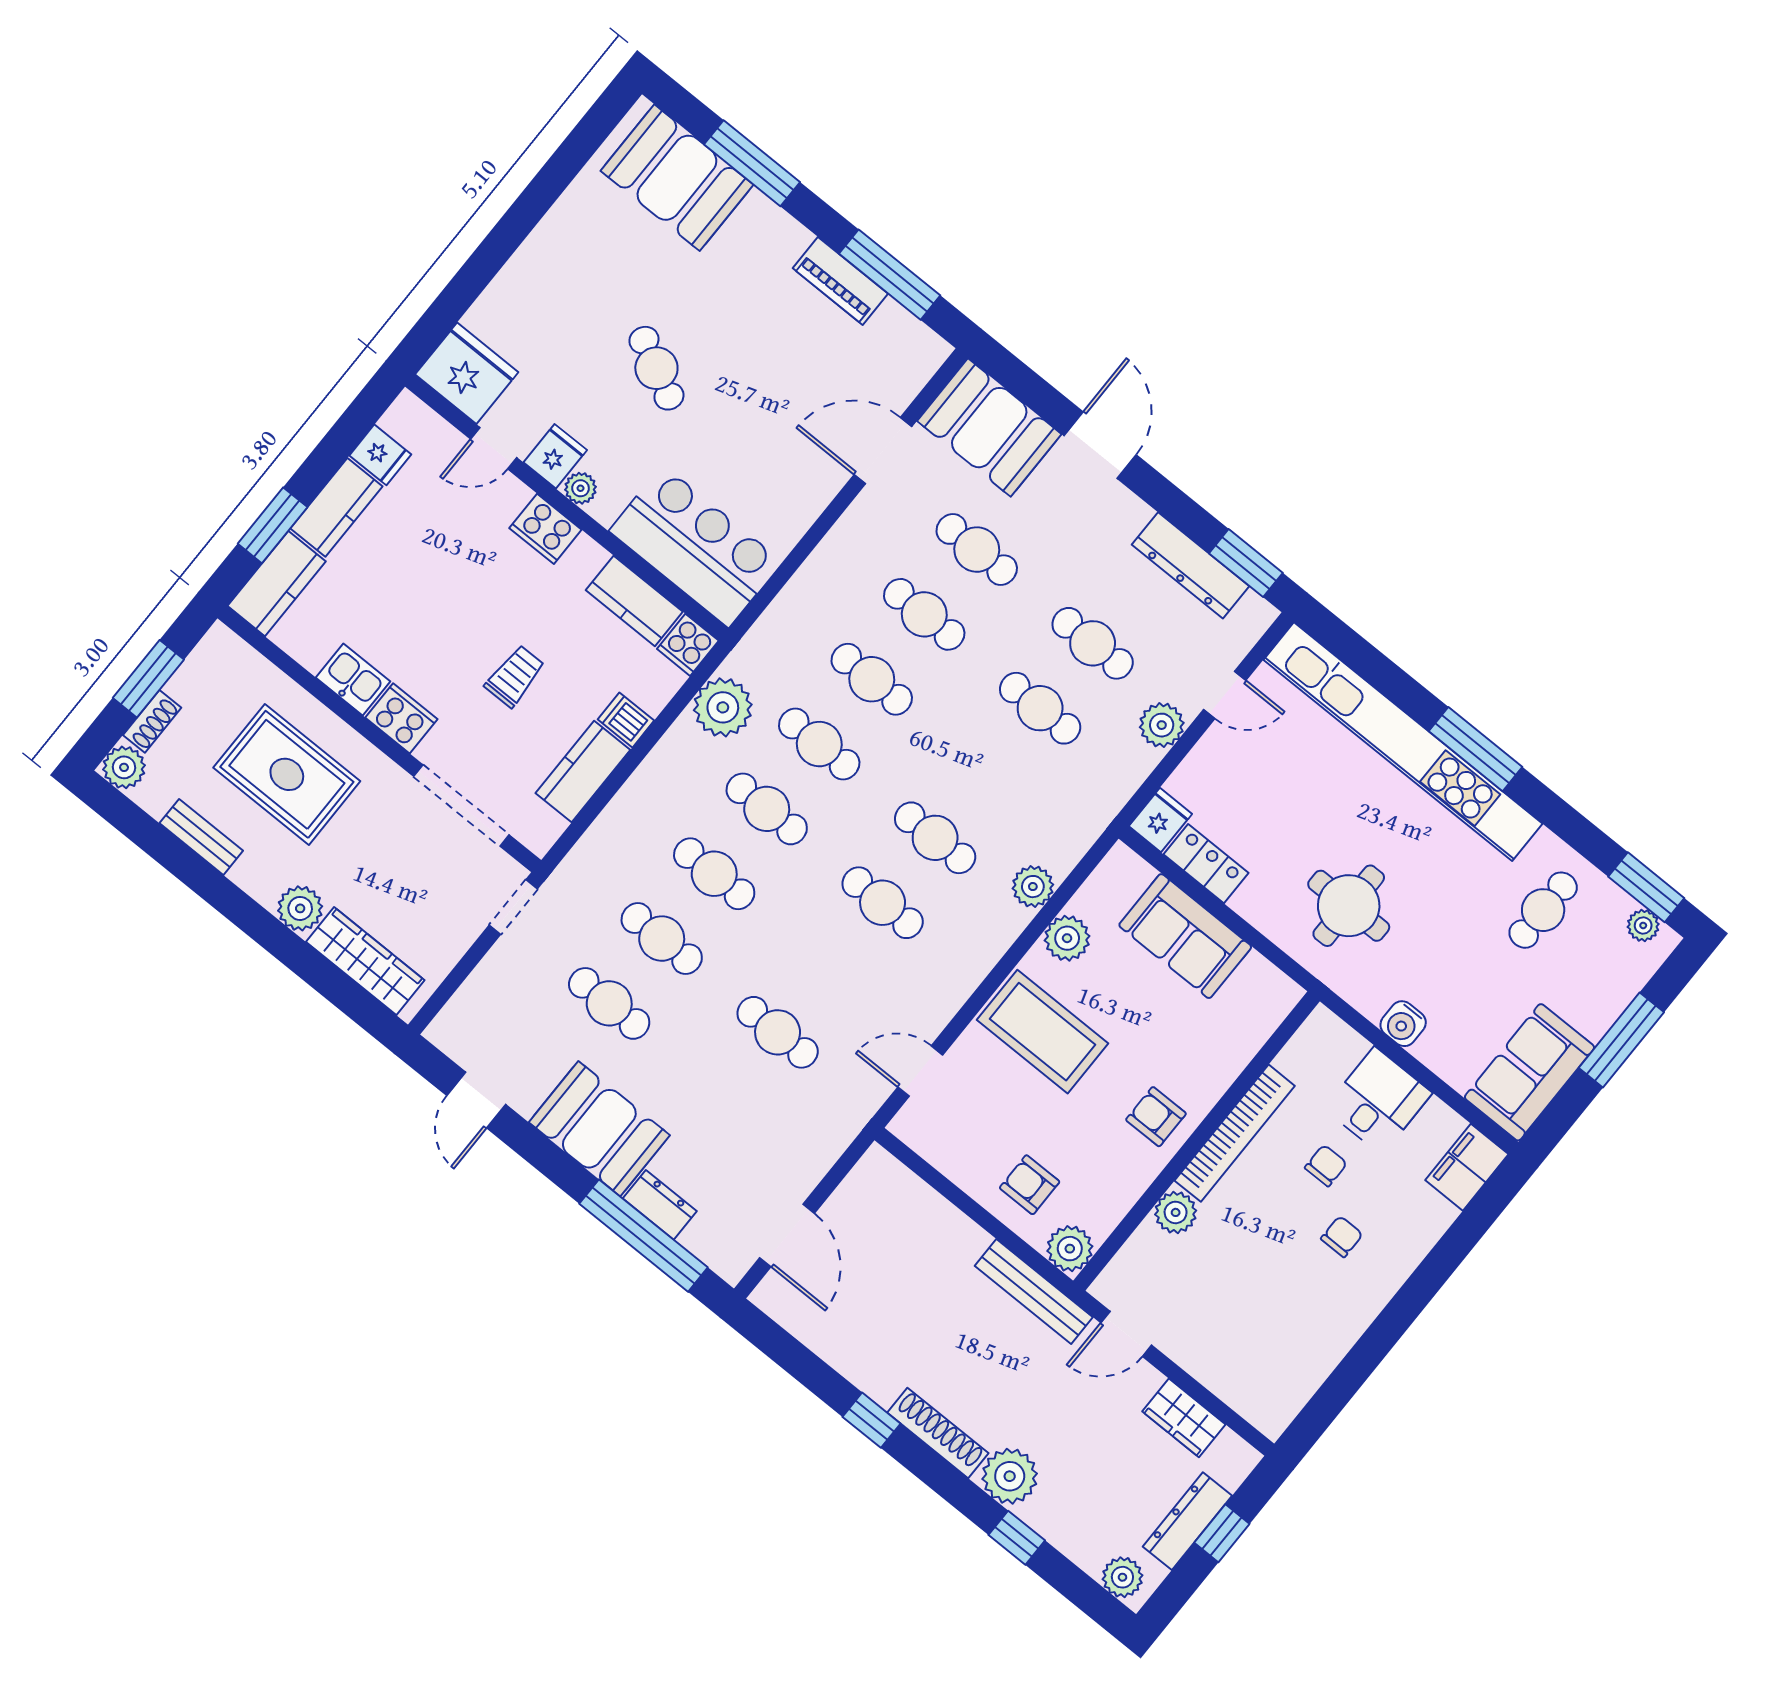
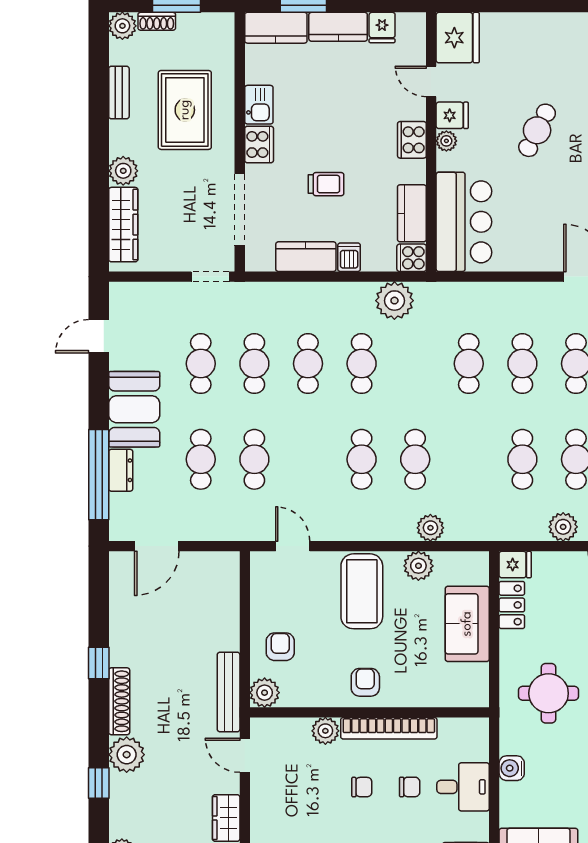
cafe table: (819, 744) -> (201, 459), moved
chair: (1342, 1237) -> (362, 787), moved

